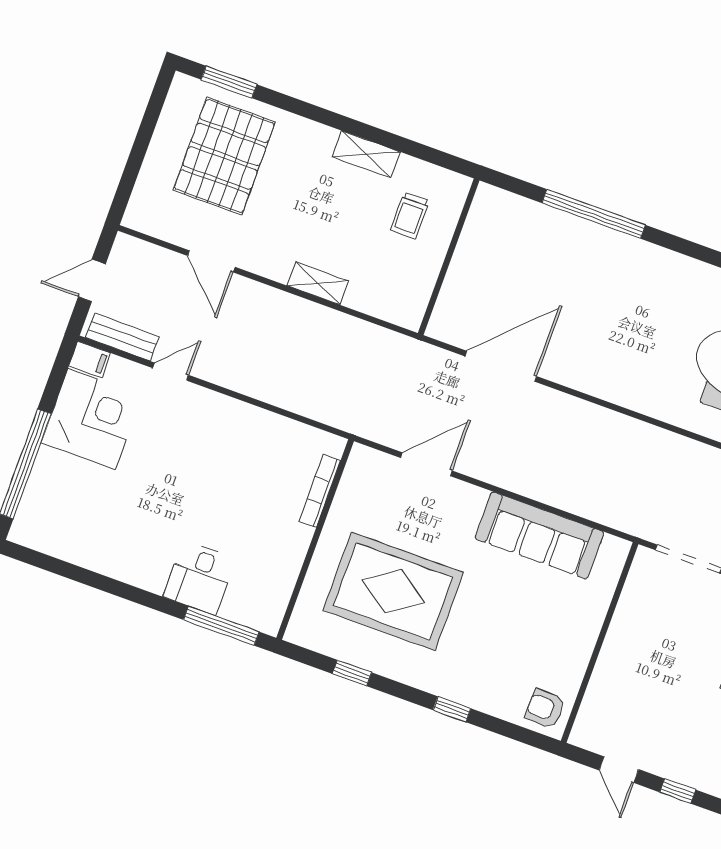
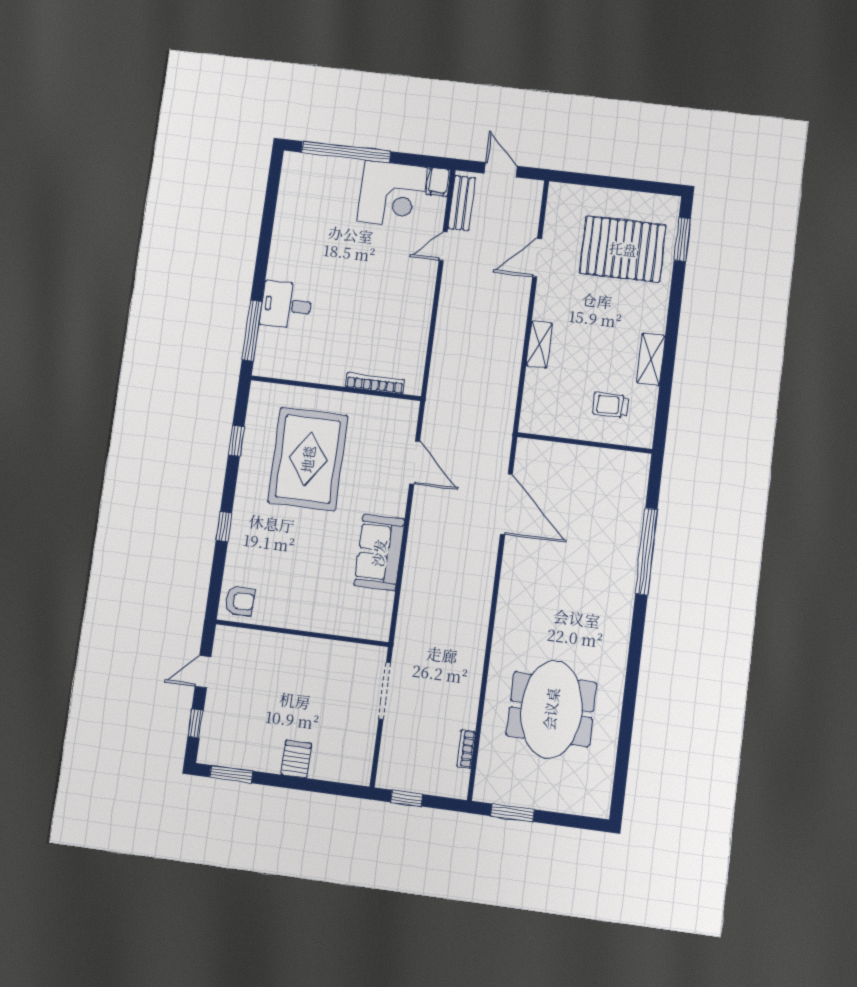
door: (171, 372) -> (443, 246), swing flipped
sofa: (539, 535) -> (379, 553), width x0.73
armchair: (545, 709) -> (240, 601), turned 88

